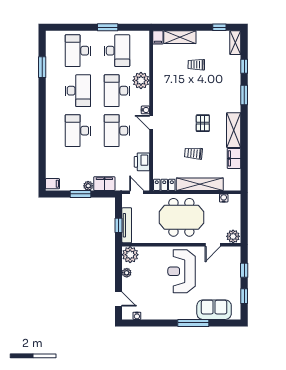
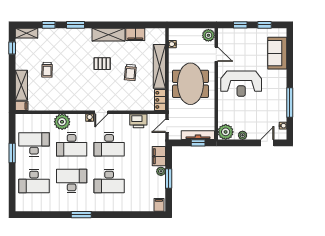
window: (42, 67) -> (81, 215), moved
window: (193, 323) -> (290, 102), moved

